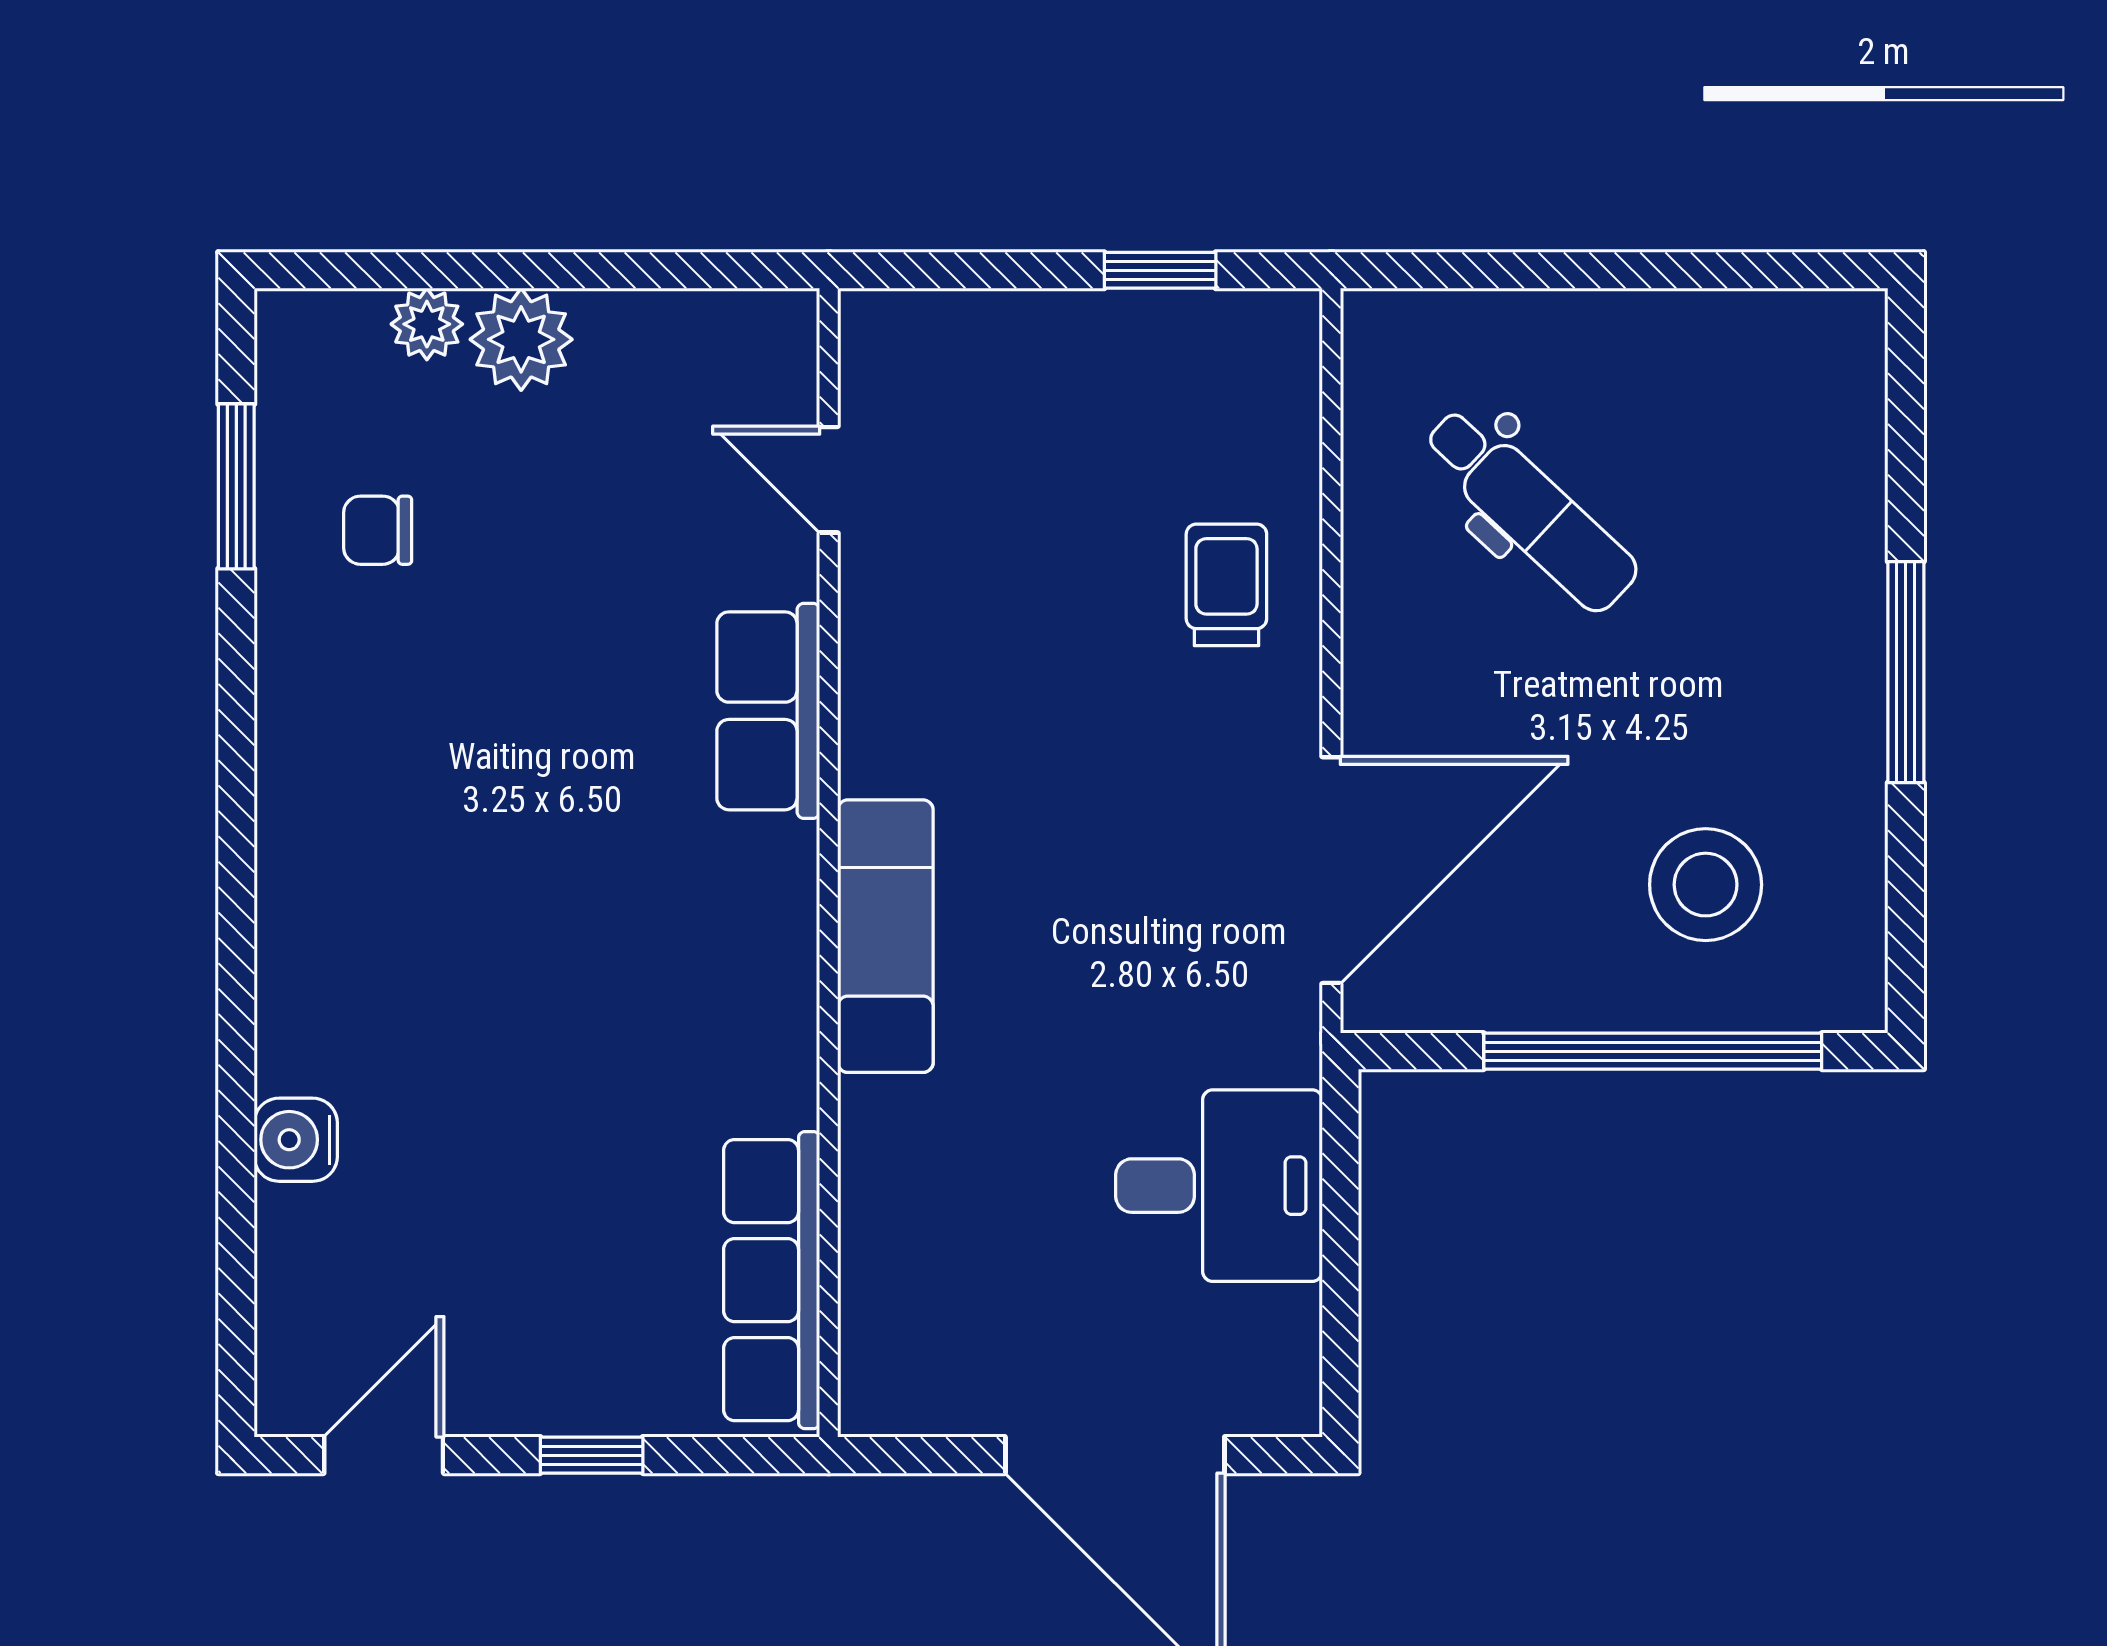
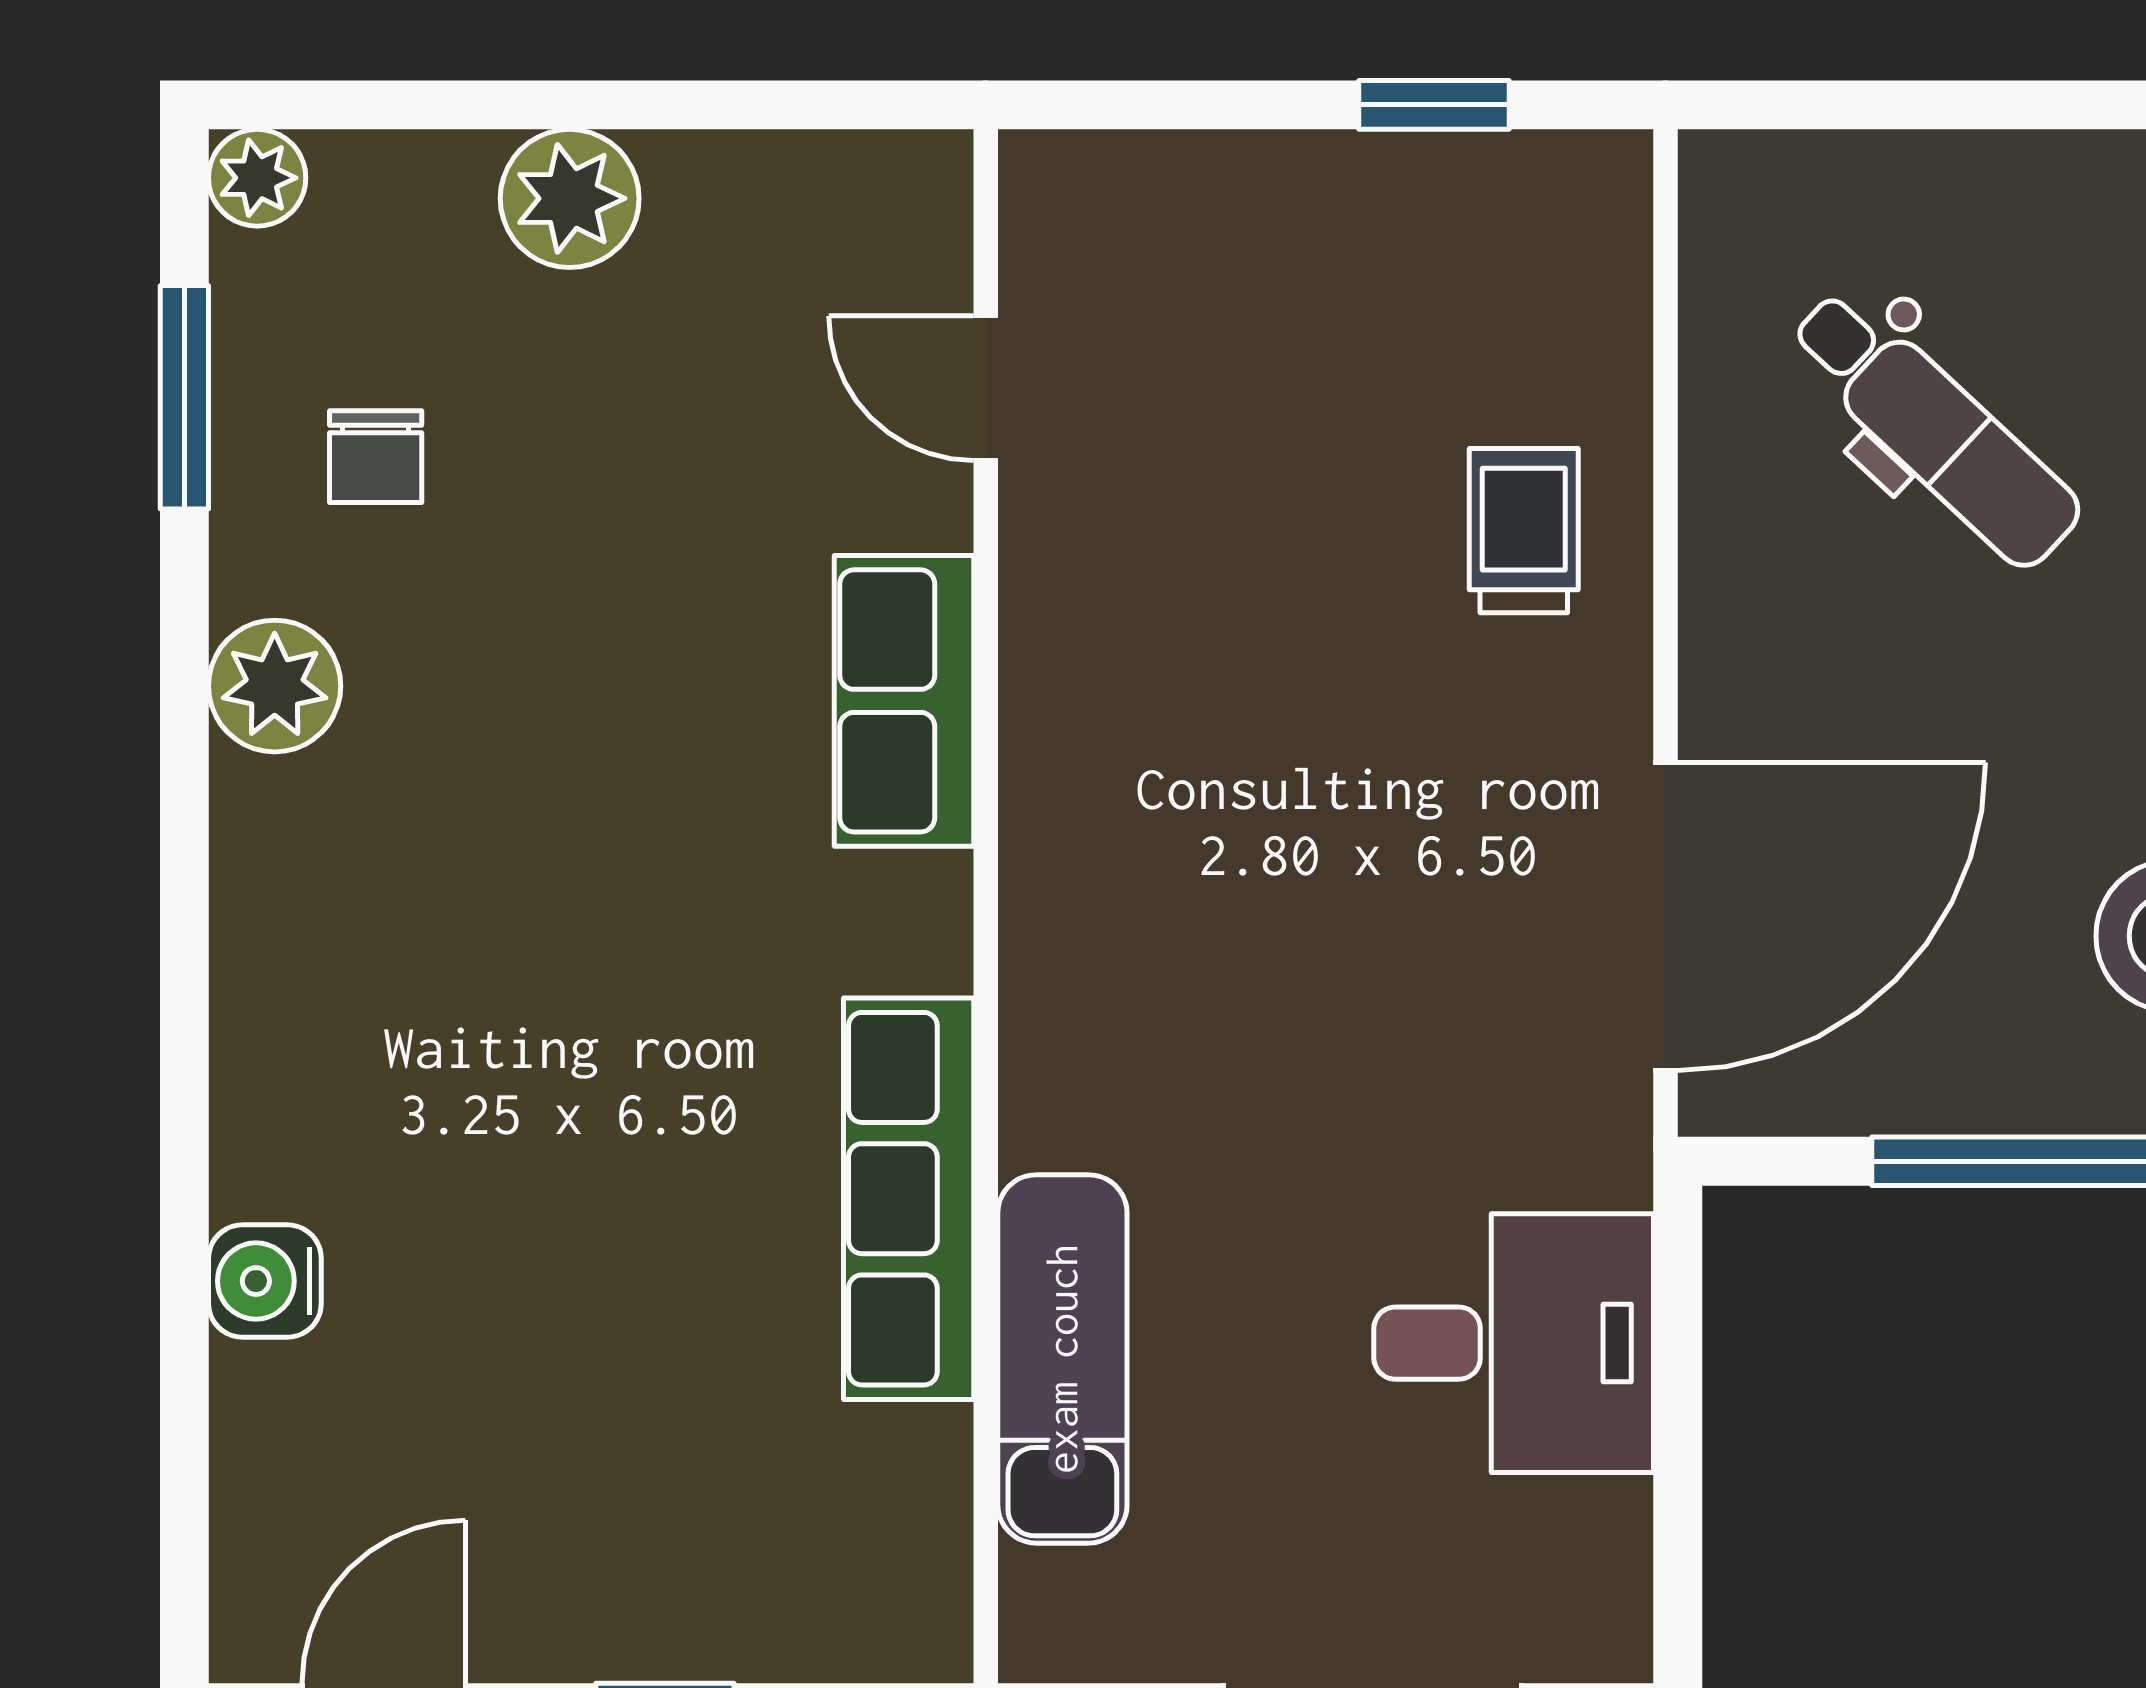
plant: (427, 324) -> (257, 178), moved
chair: (378, 530) -> (376, 457), turned -90
plant: (303, 700) -> (275, 686), added
exam couch: (885, 936) -> (1062, 1359), moved
row of seats: (772, 1280) -> (909, 1199), moved

